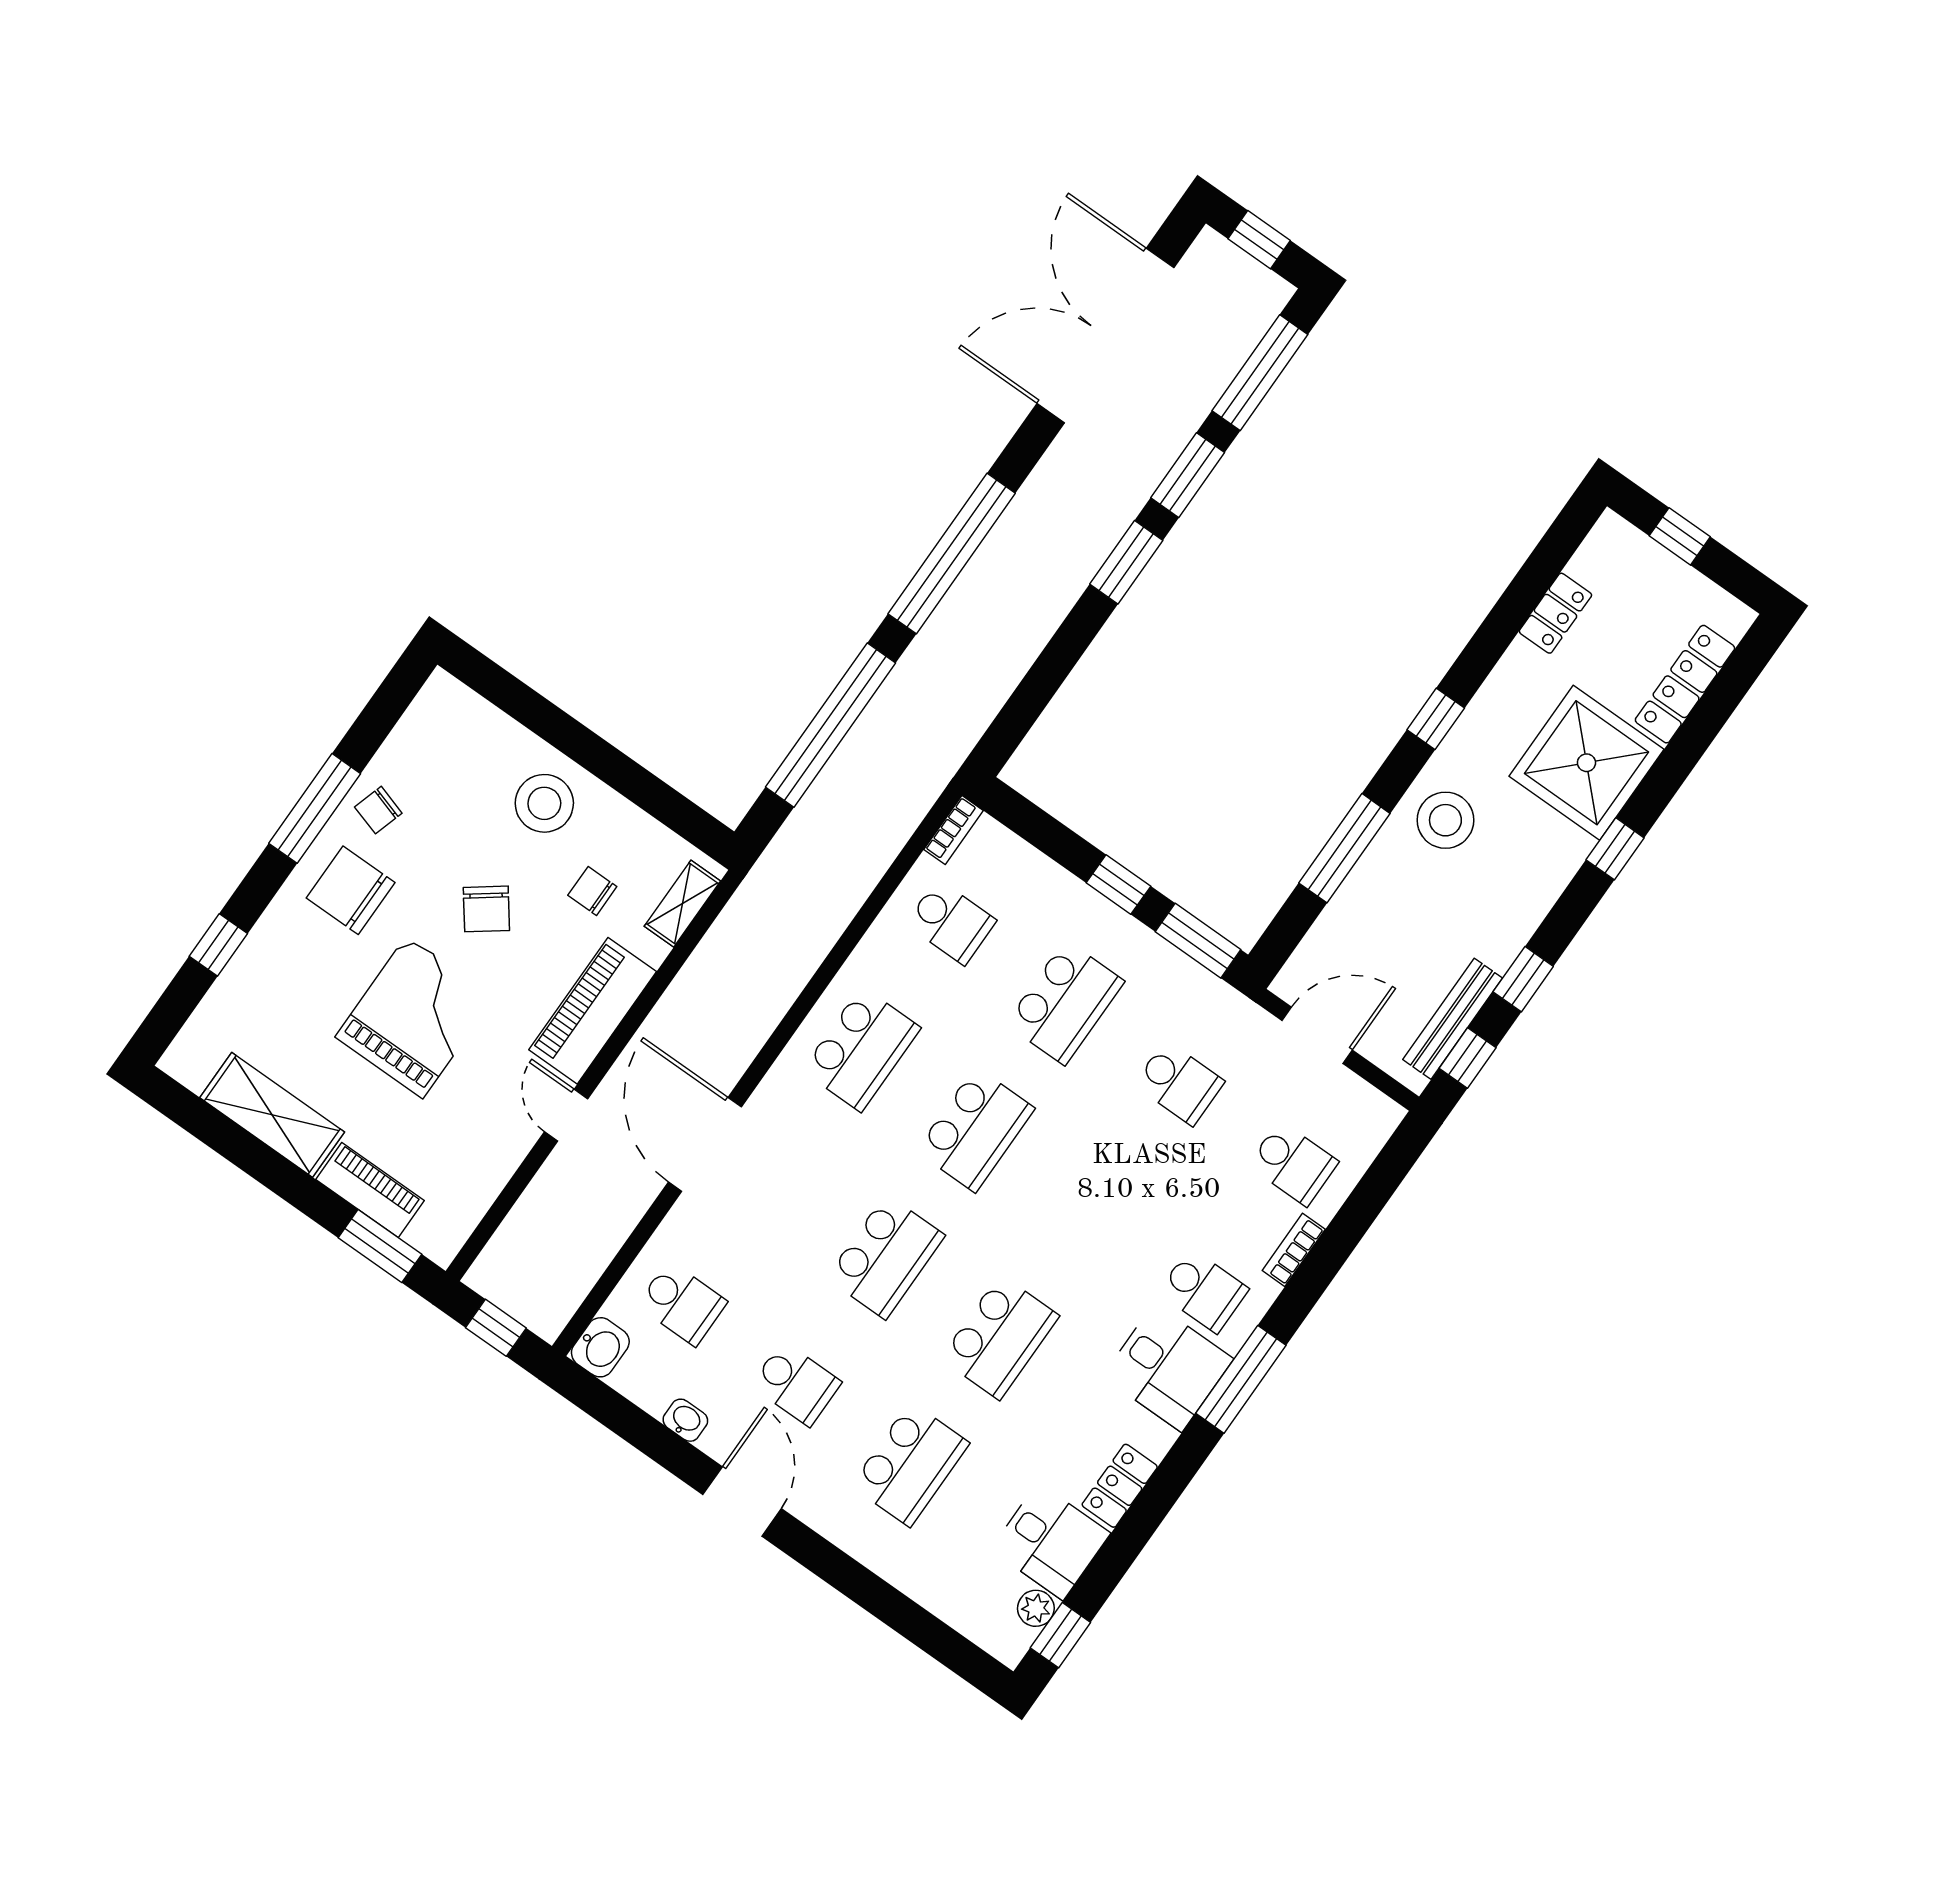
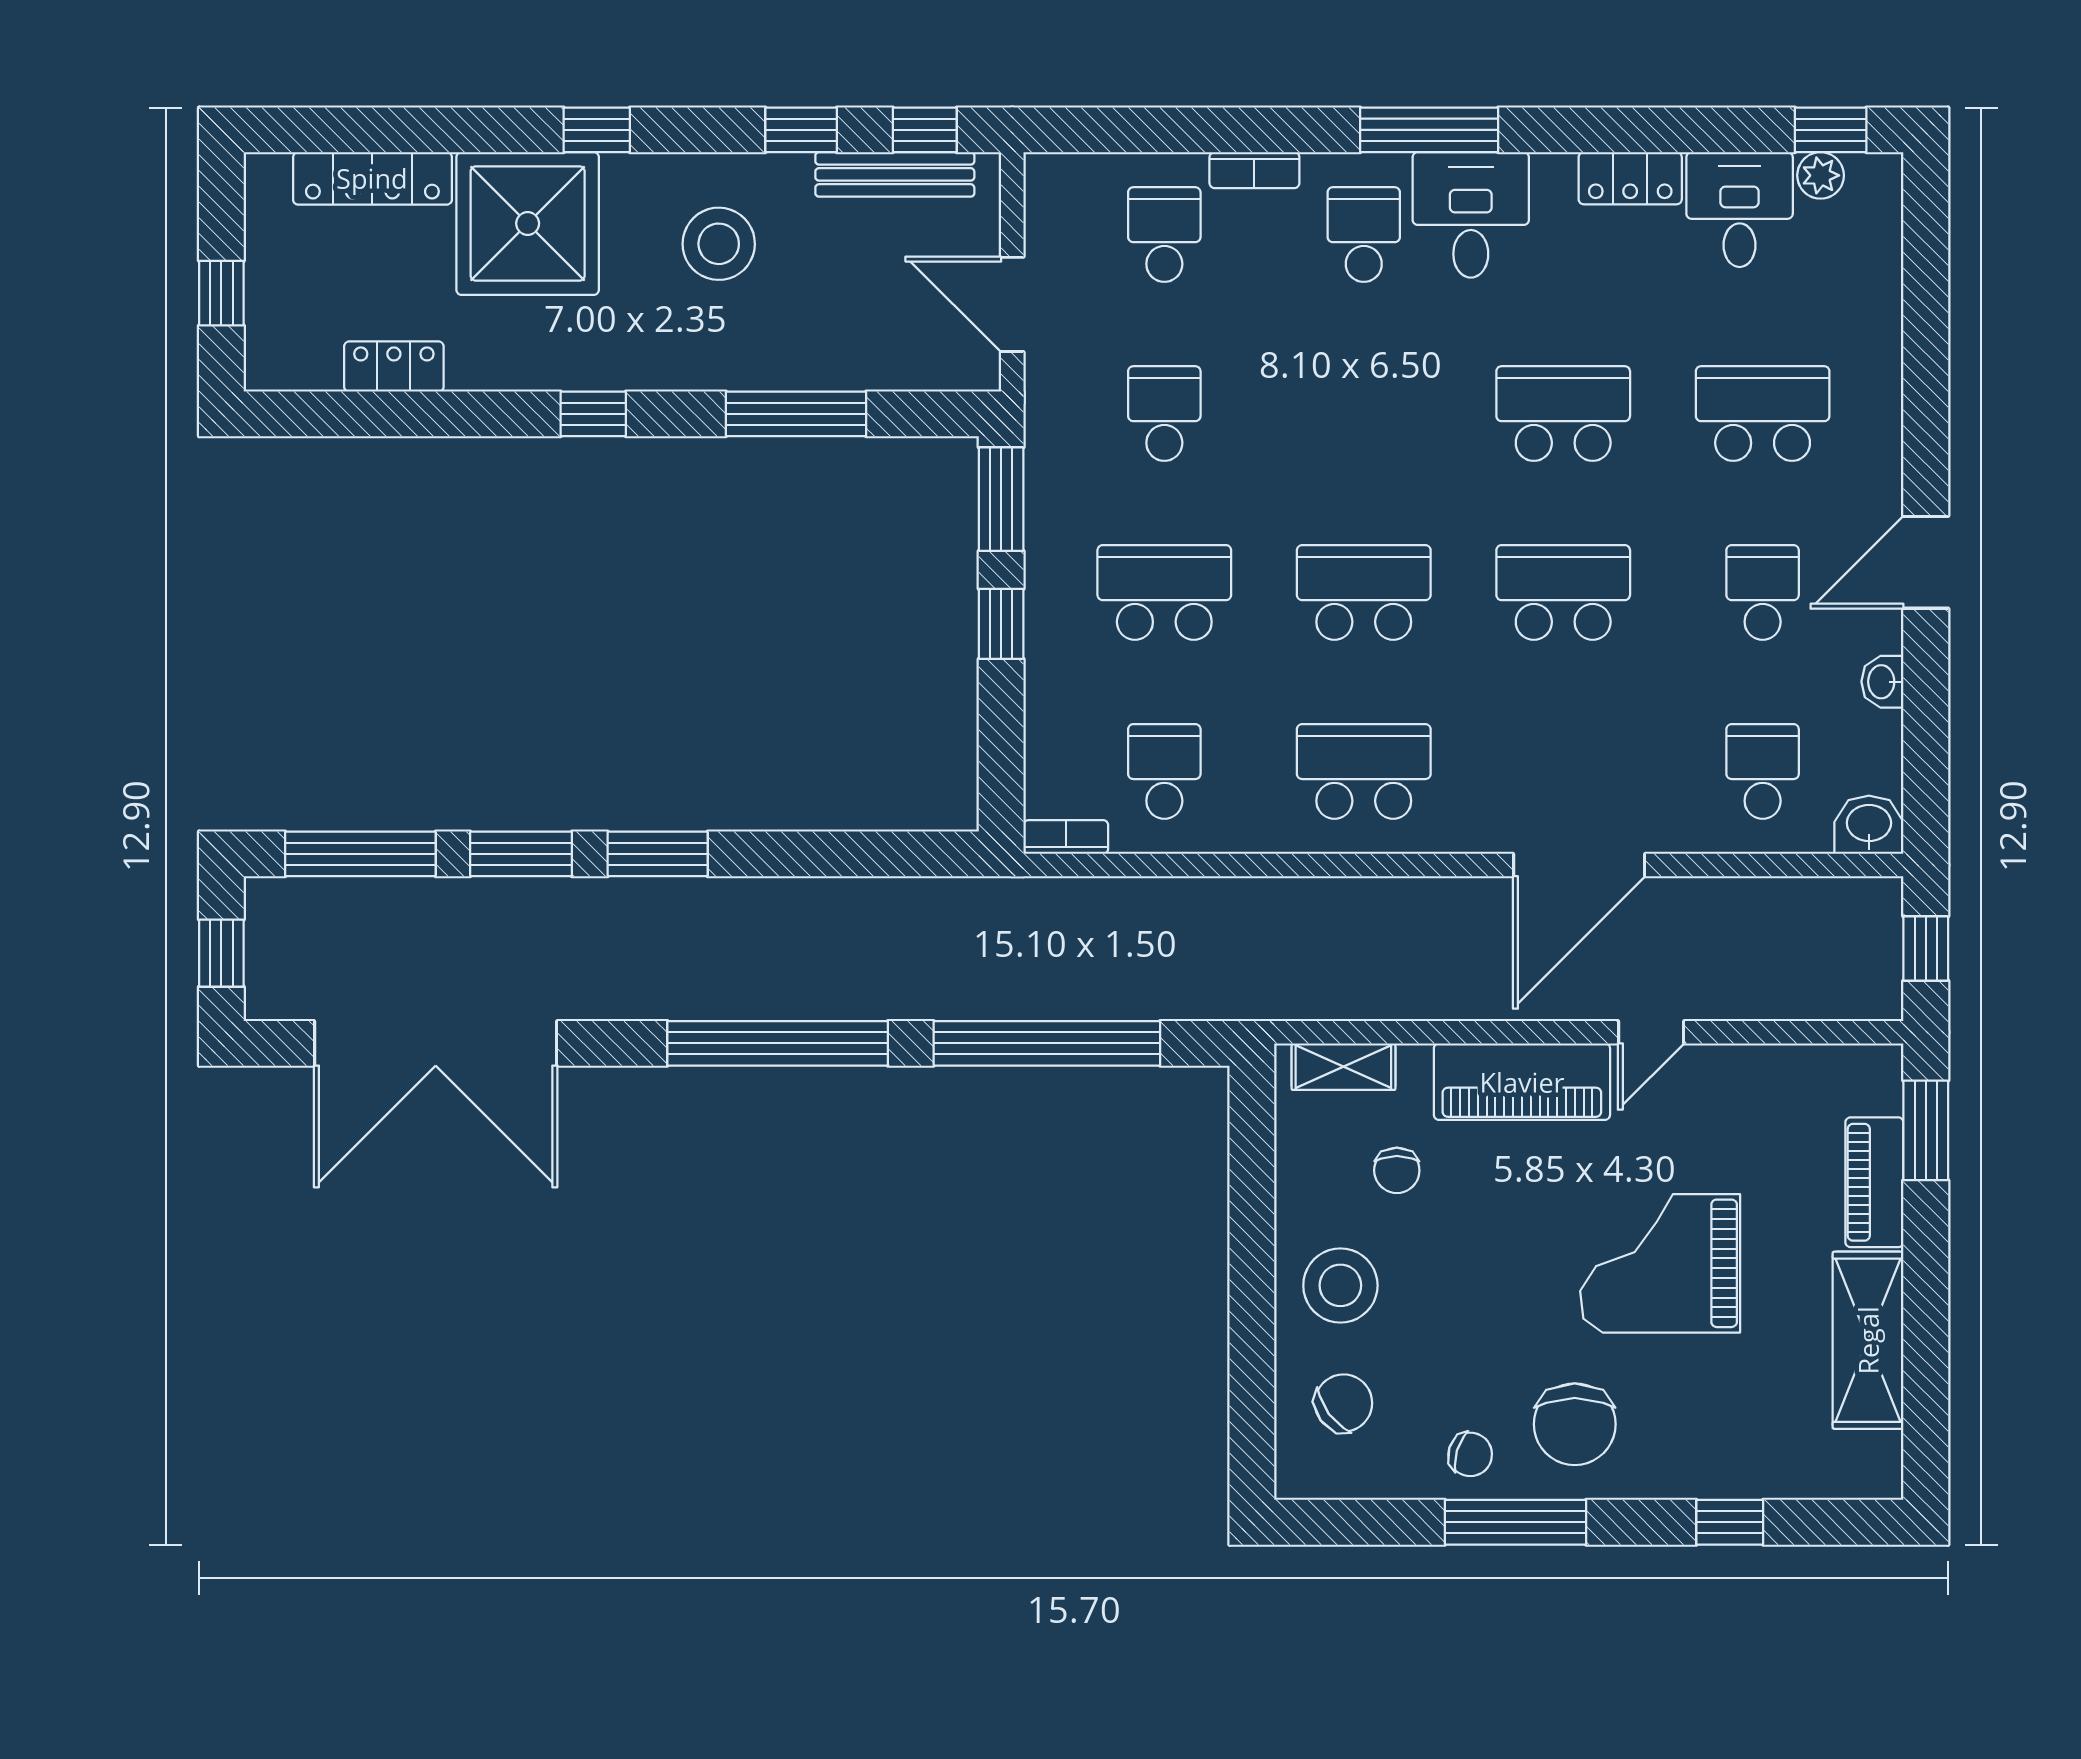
stool: (1445, 820) -> (719, 244), moved
chair: (486, 909) -> (1344, 1403), moved

